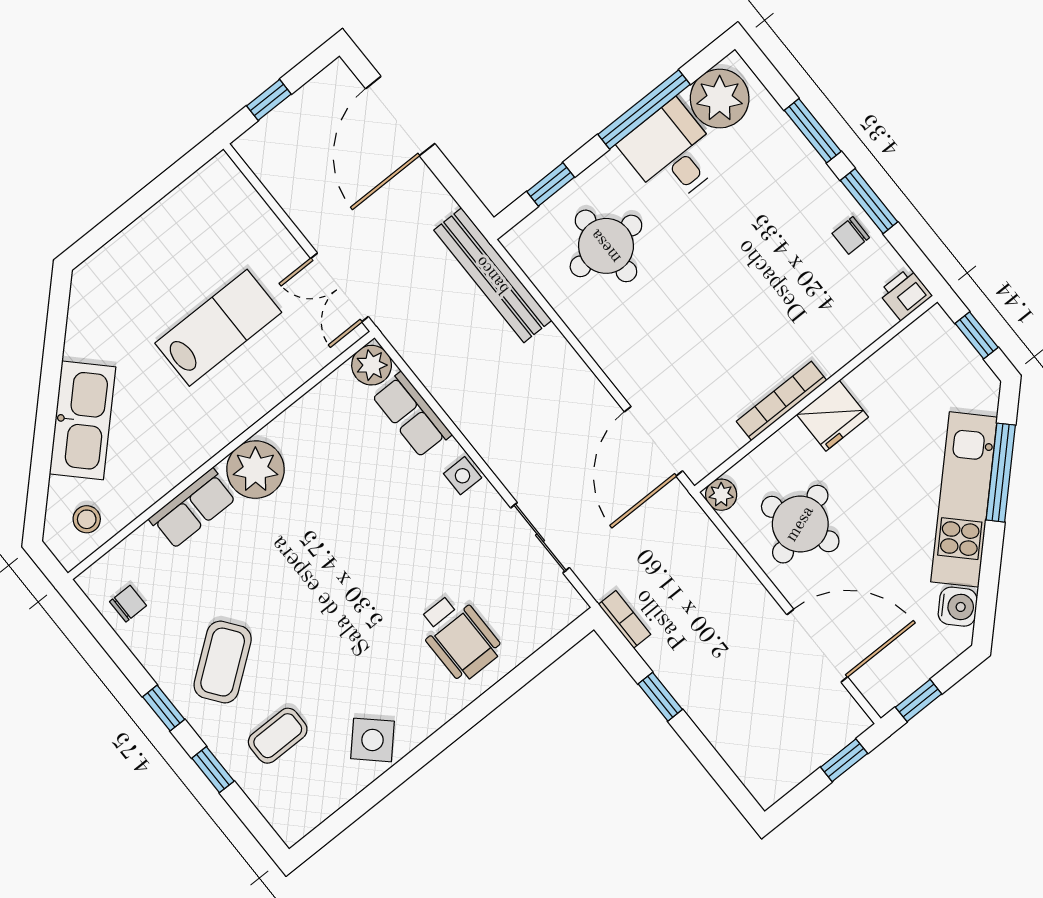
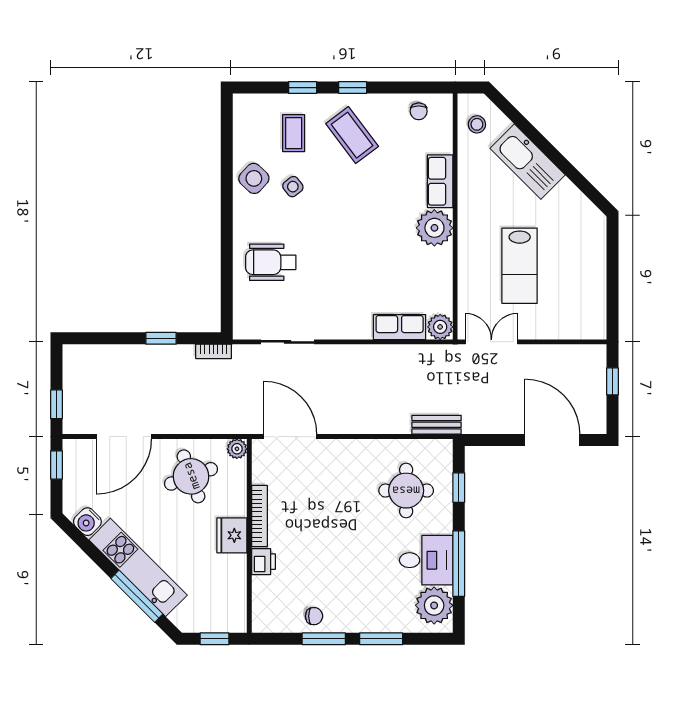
chair: (851, 235) -> (314, 616), turned 90
bench: (493, 275) -> (437, 425), width x0.54, depth x0.82
printer: (905, 294) -> (263, 562), moved
side table: (463, 476) -> (293, 187), moved, turned -38

